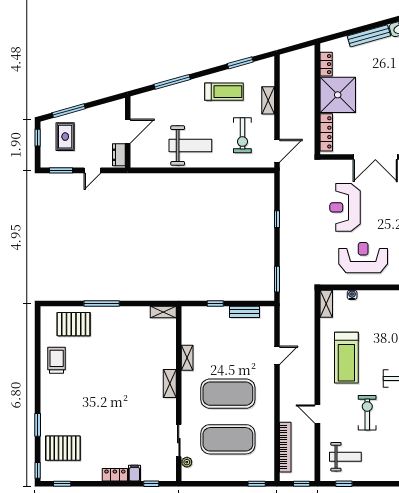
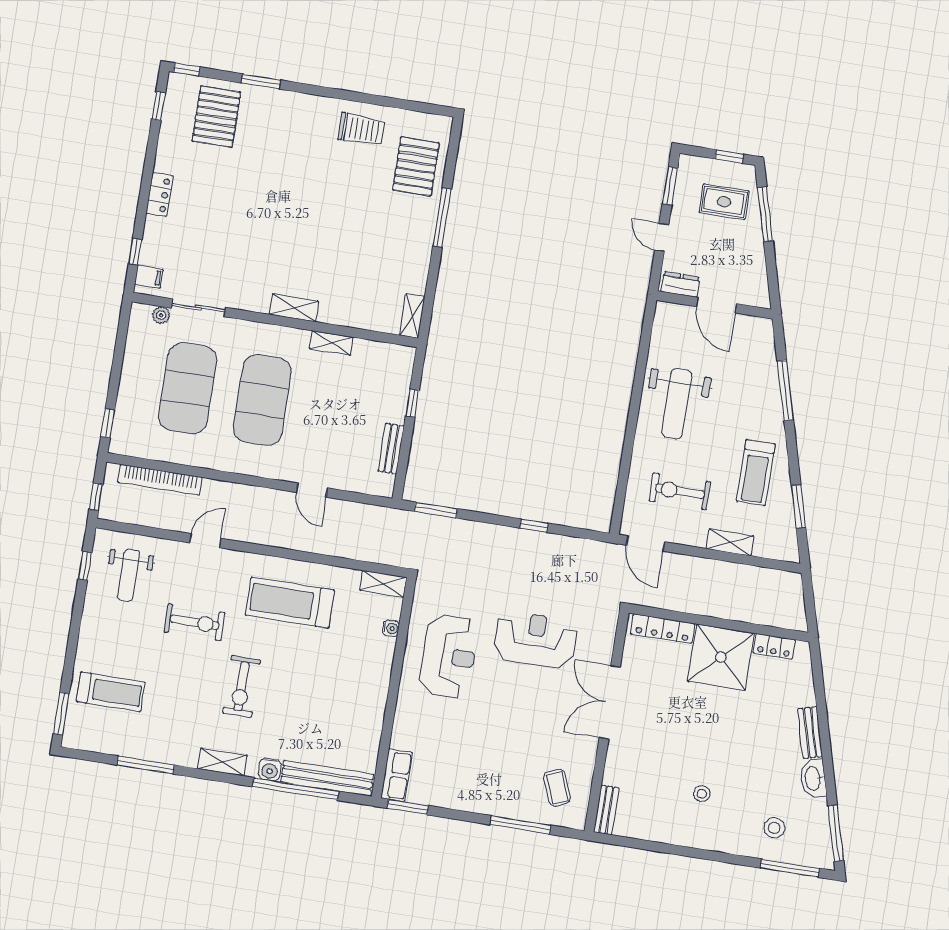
bench: (369, 36) -> (810, 733), width x0.73
filing cabinet: (134, 473) -> (149, 277), moved

